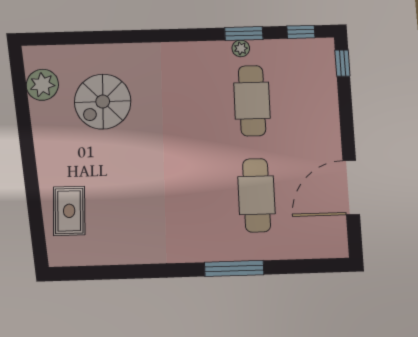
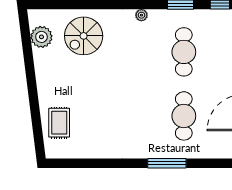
plant: (241, 48) -> (141, 15), moved
spiral stairs: (103, 101) -> (84, 36), moved

